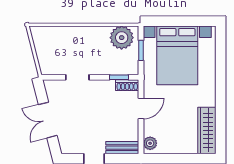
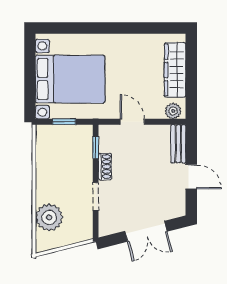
plant: (122, 38) -> (49, 217), moved
shoe rack: (127, 85) -> (105, 167), moved
wardrobe: (207, 130) -> (175, 70), moved, turned 90

